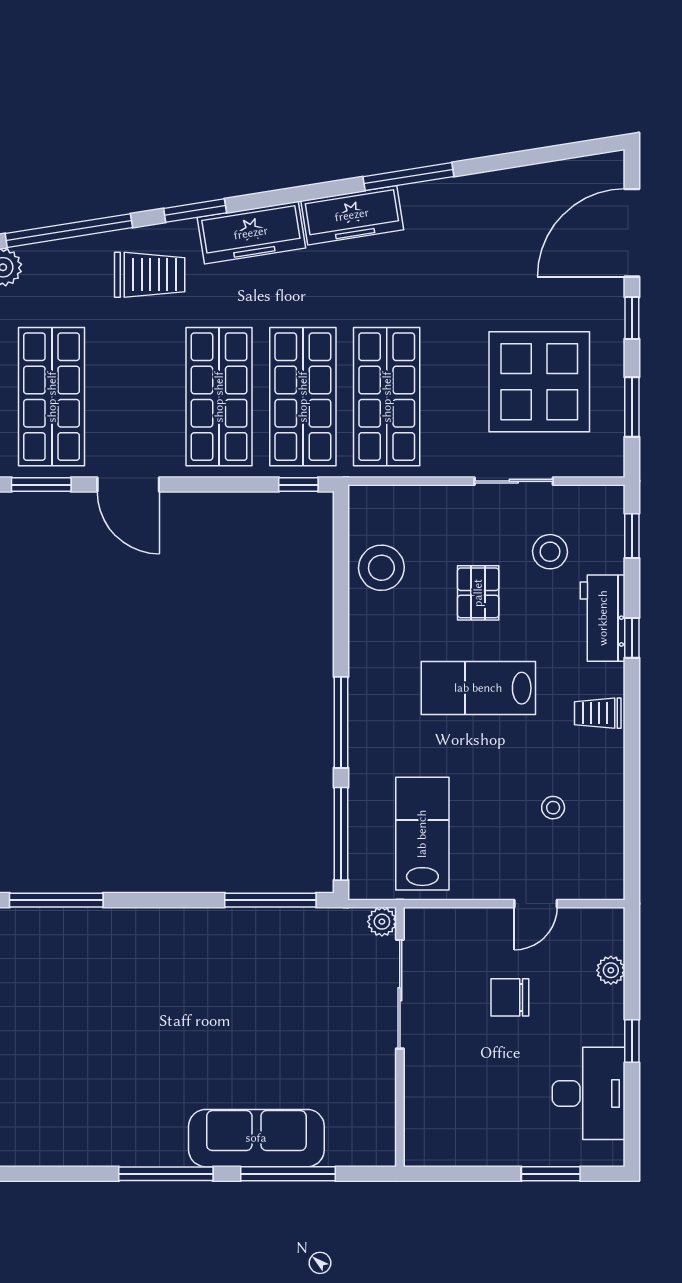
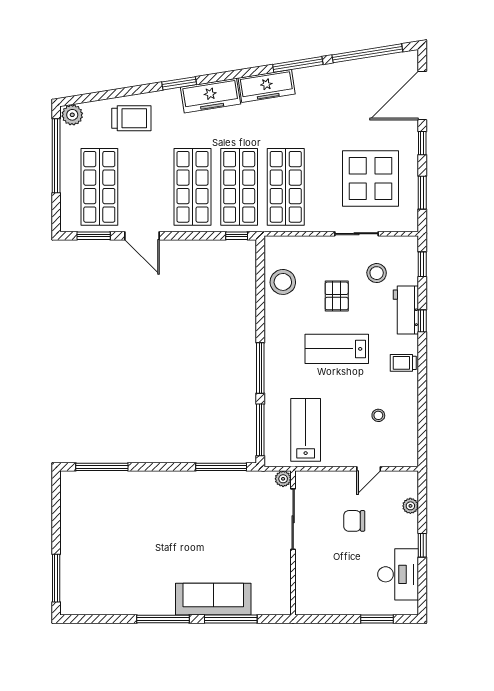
window: (69, 231) -> (367, 53), moved
trolley: (150, 275) -> (131, 118), moved

